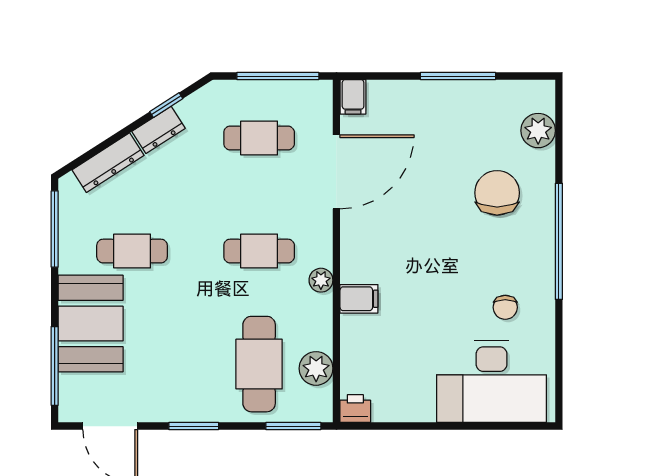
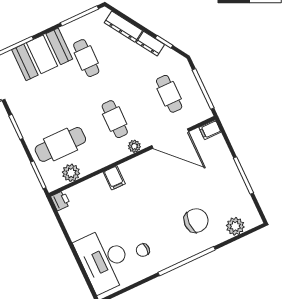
plant: (321, 280) -> (134, 146), moved

